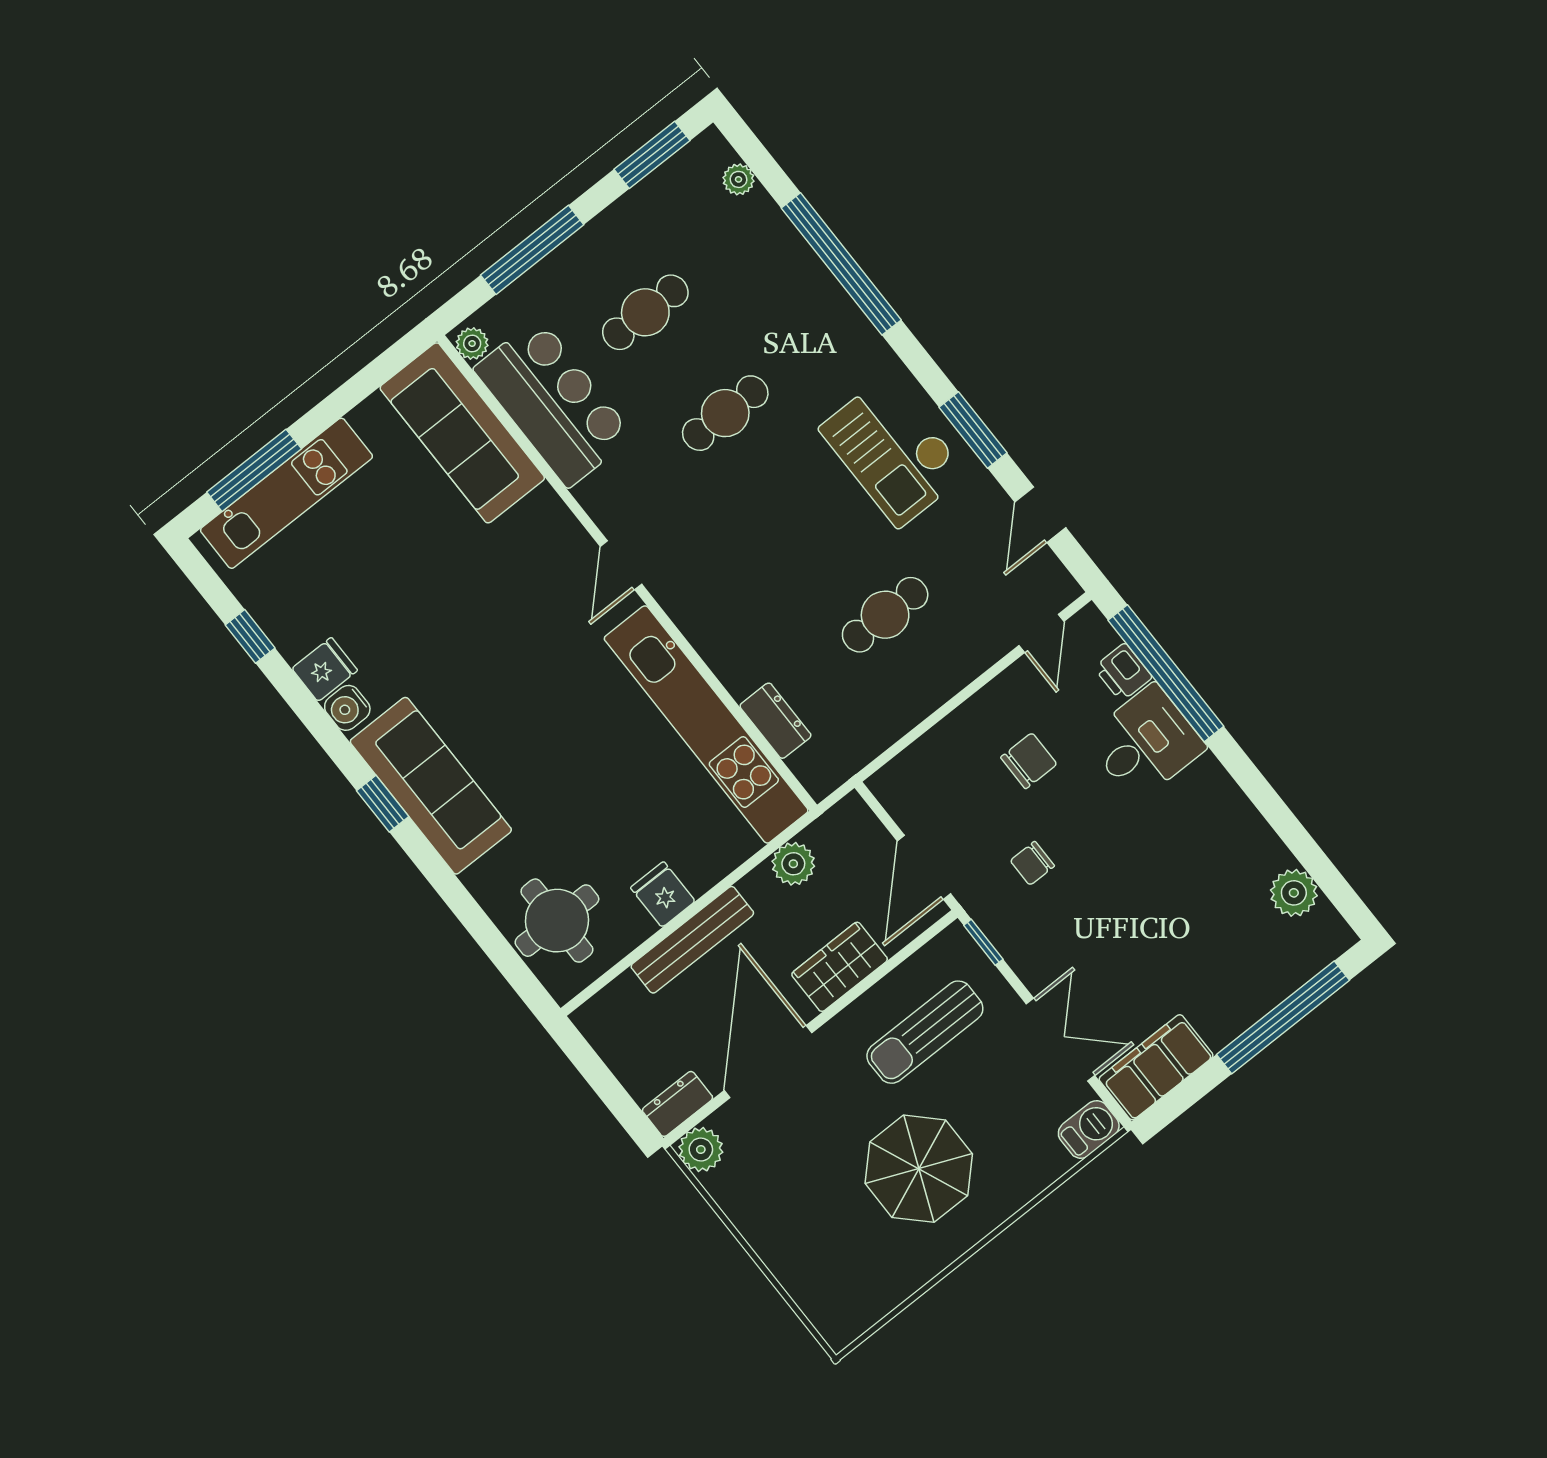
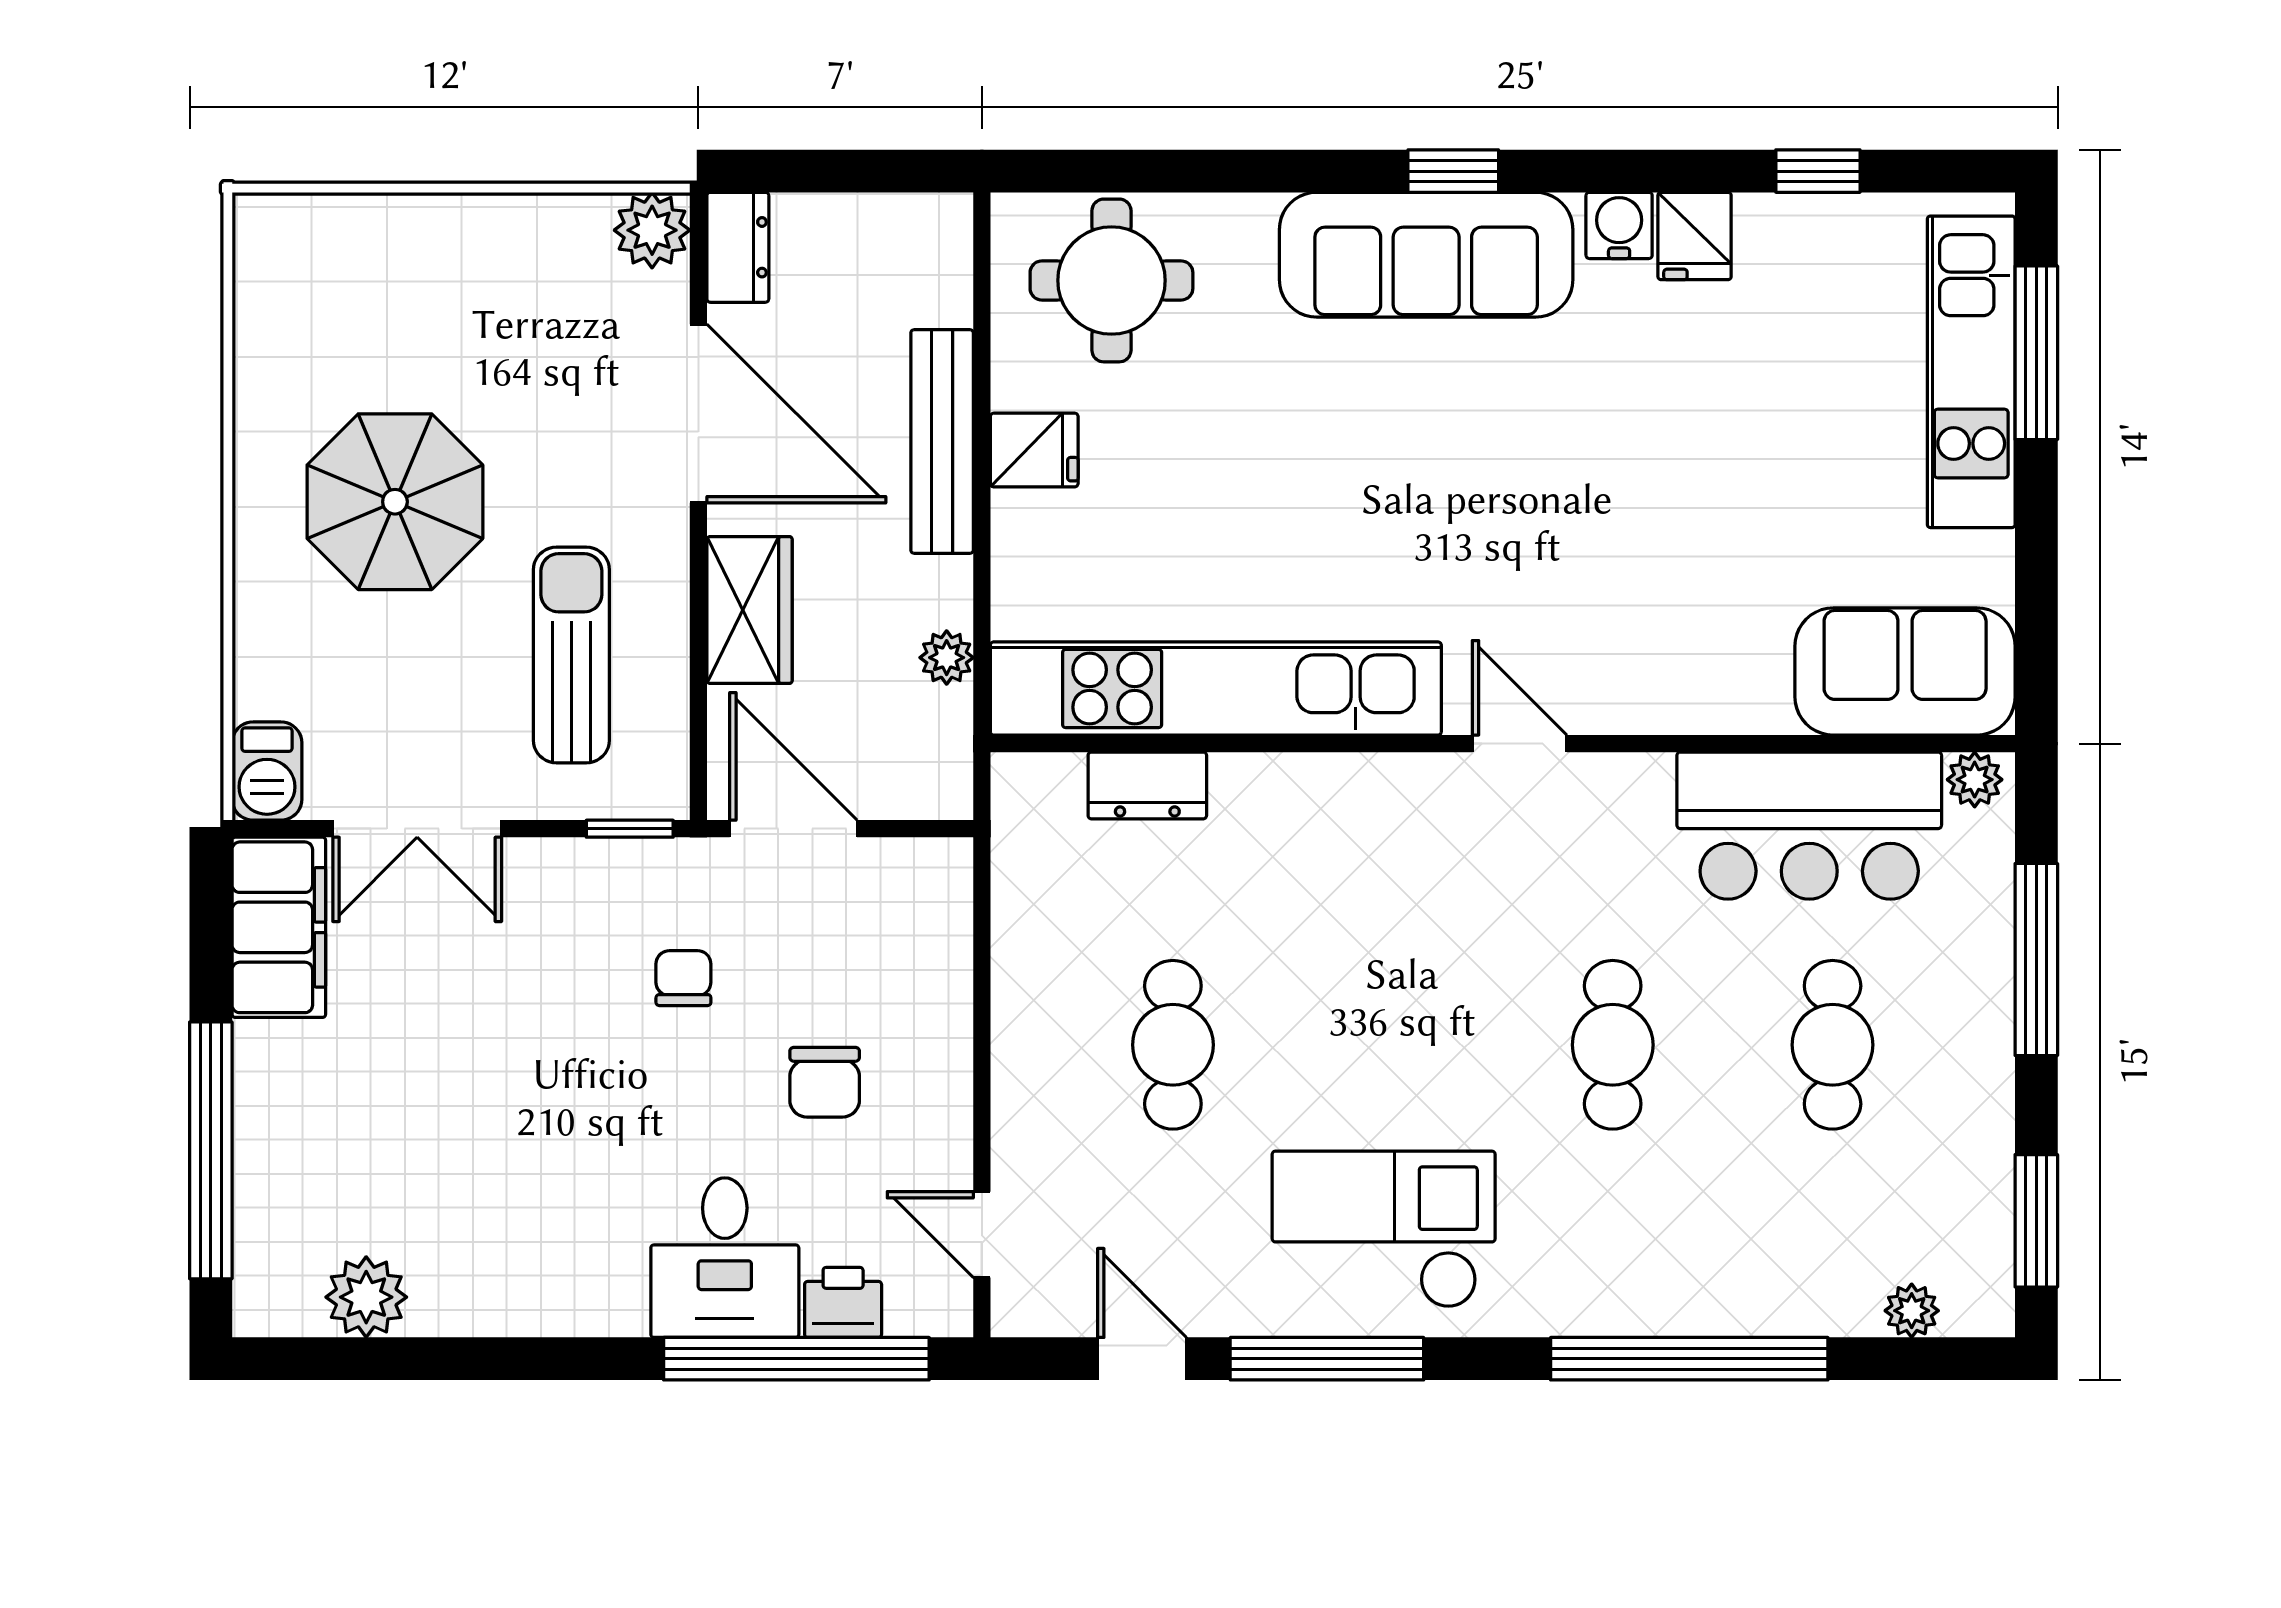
window: (973, 430) -> (1327, 1359), width x1.44
sofa: (462, 433) -> (1905, 671), width x0.73
plant: (793, 864) -> (947, 658), width x0.73, depth x0.73

